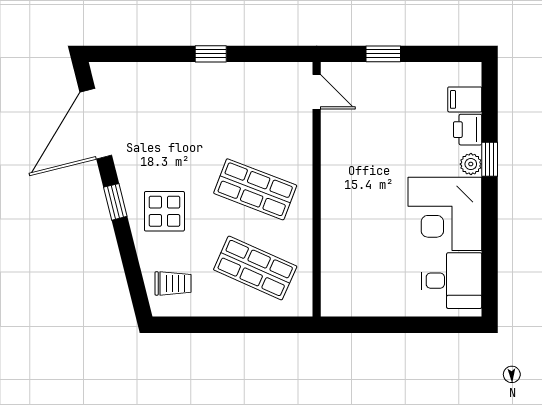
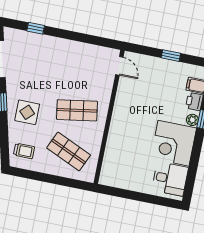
window: (211, 54) -> (36, 28), moved
window: (383, 54) -> (171, 56), moved
shop shelf: (255, 189) -> (77, 110), turned -30

